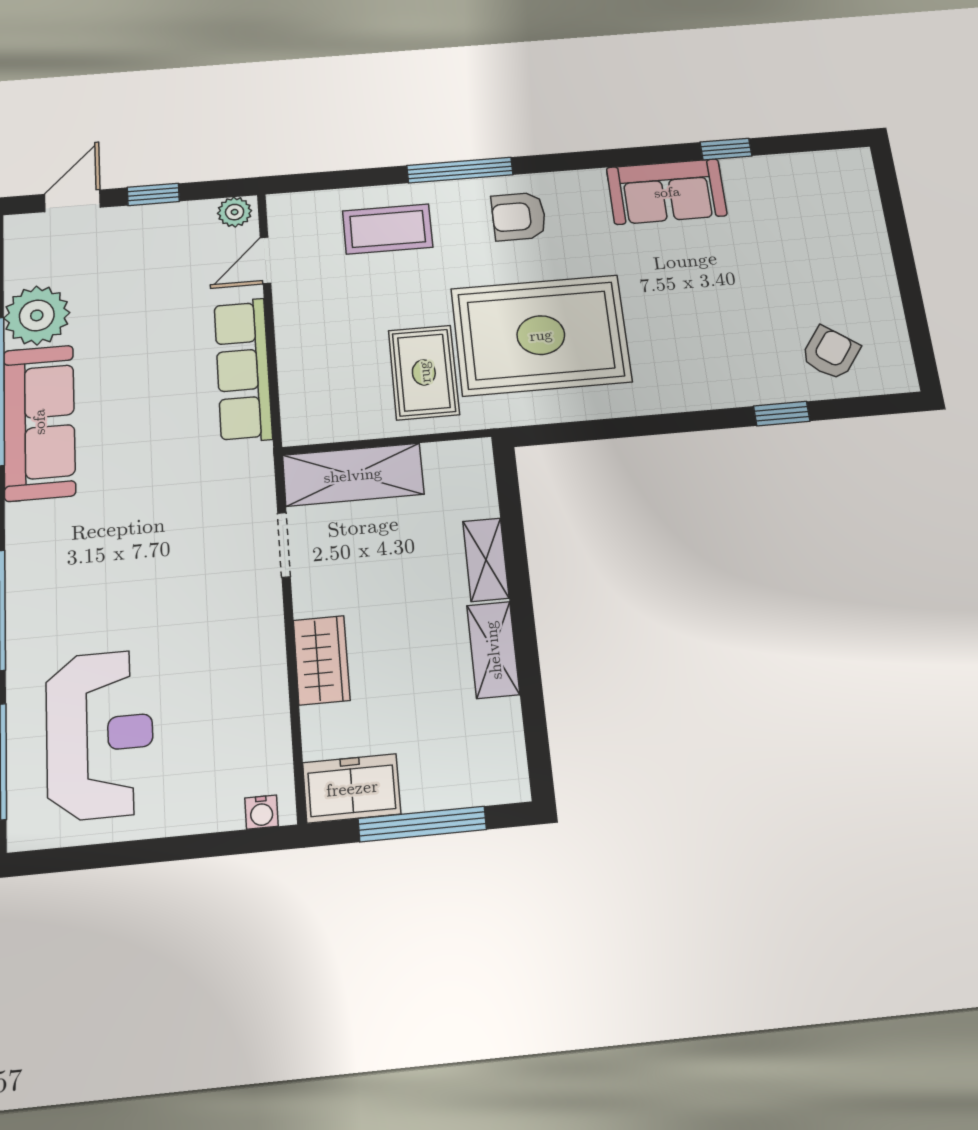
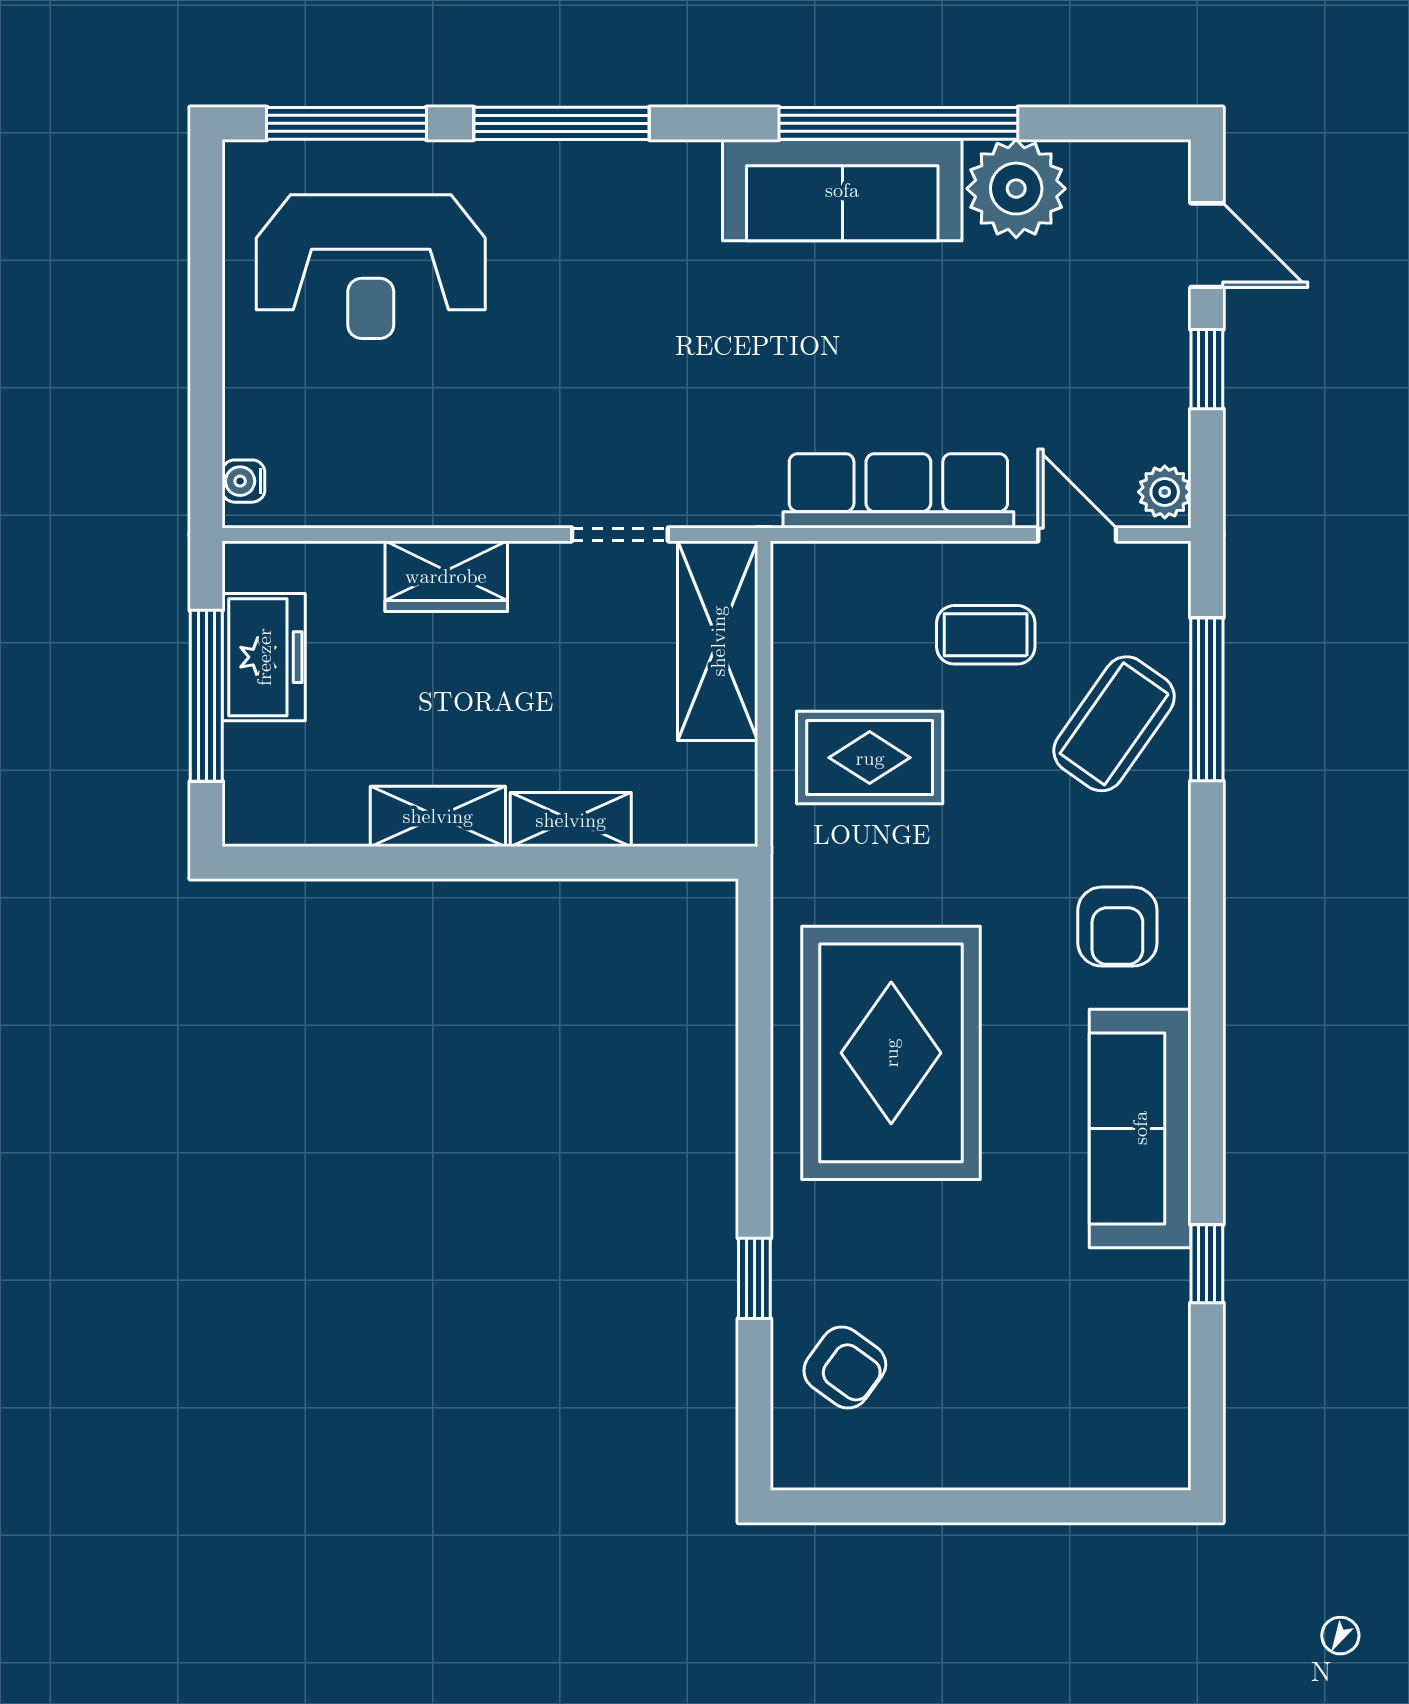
window: (460, 170) -> (1207, 699), moved
sofa: (667, 192) -> (1140, 1128), width x1.36
armchair: (519, 217) -> (1117, 927), turned 180
coffee table: (388, 229) -> (1114, 724), turned 35
coffee table: (336, 309) -> (986, 635), added
rug: (541, 335) -> (891, 1053), moved
freezer: (352, 788) -> (264, 657), moved

